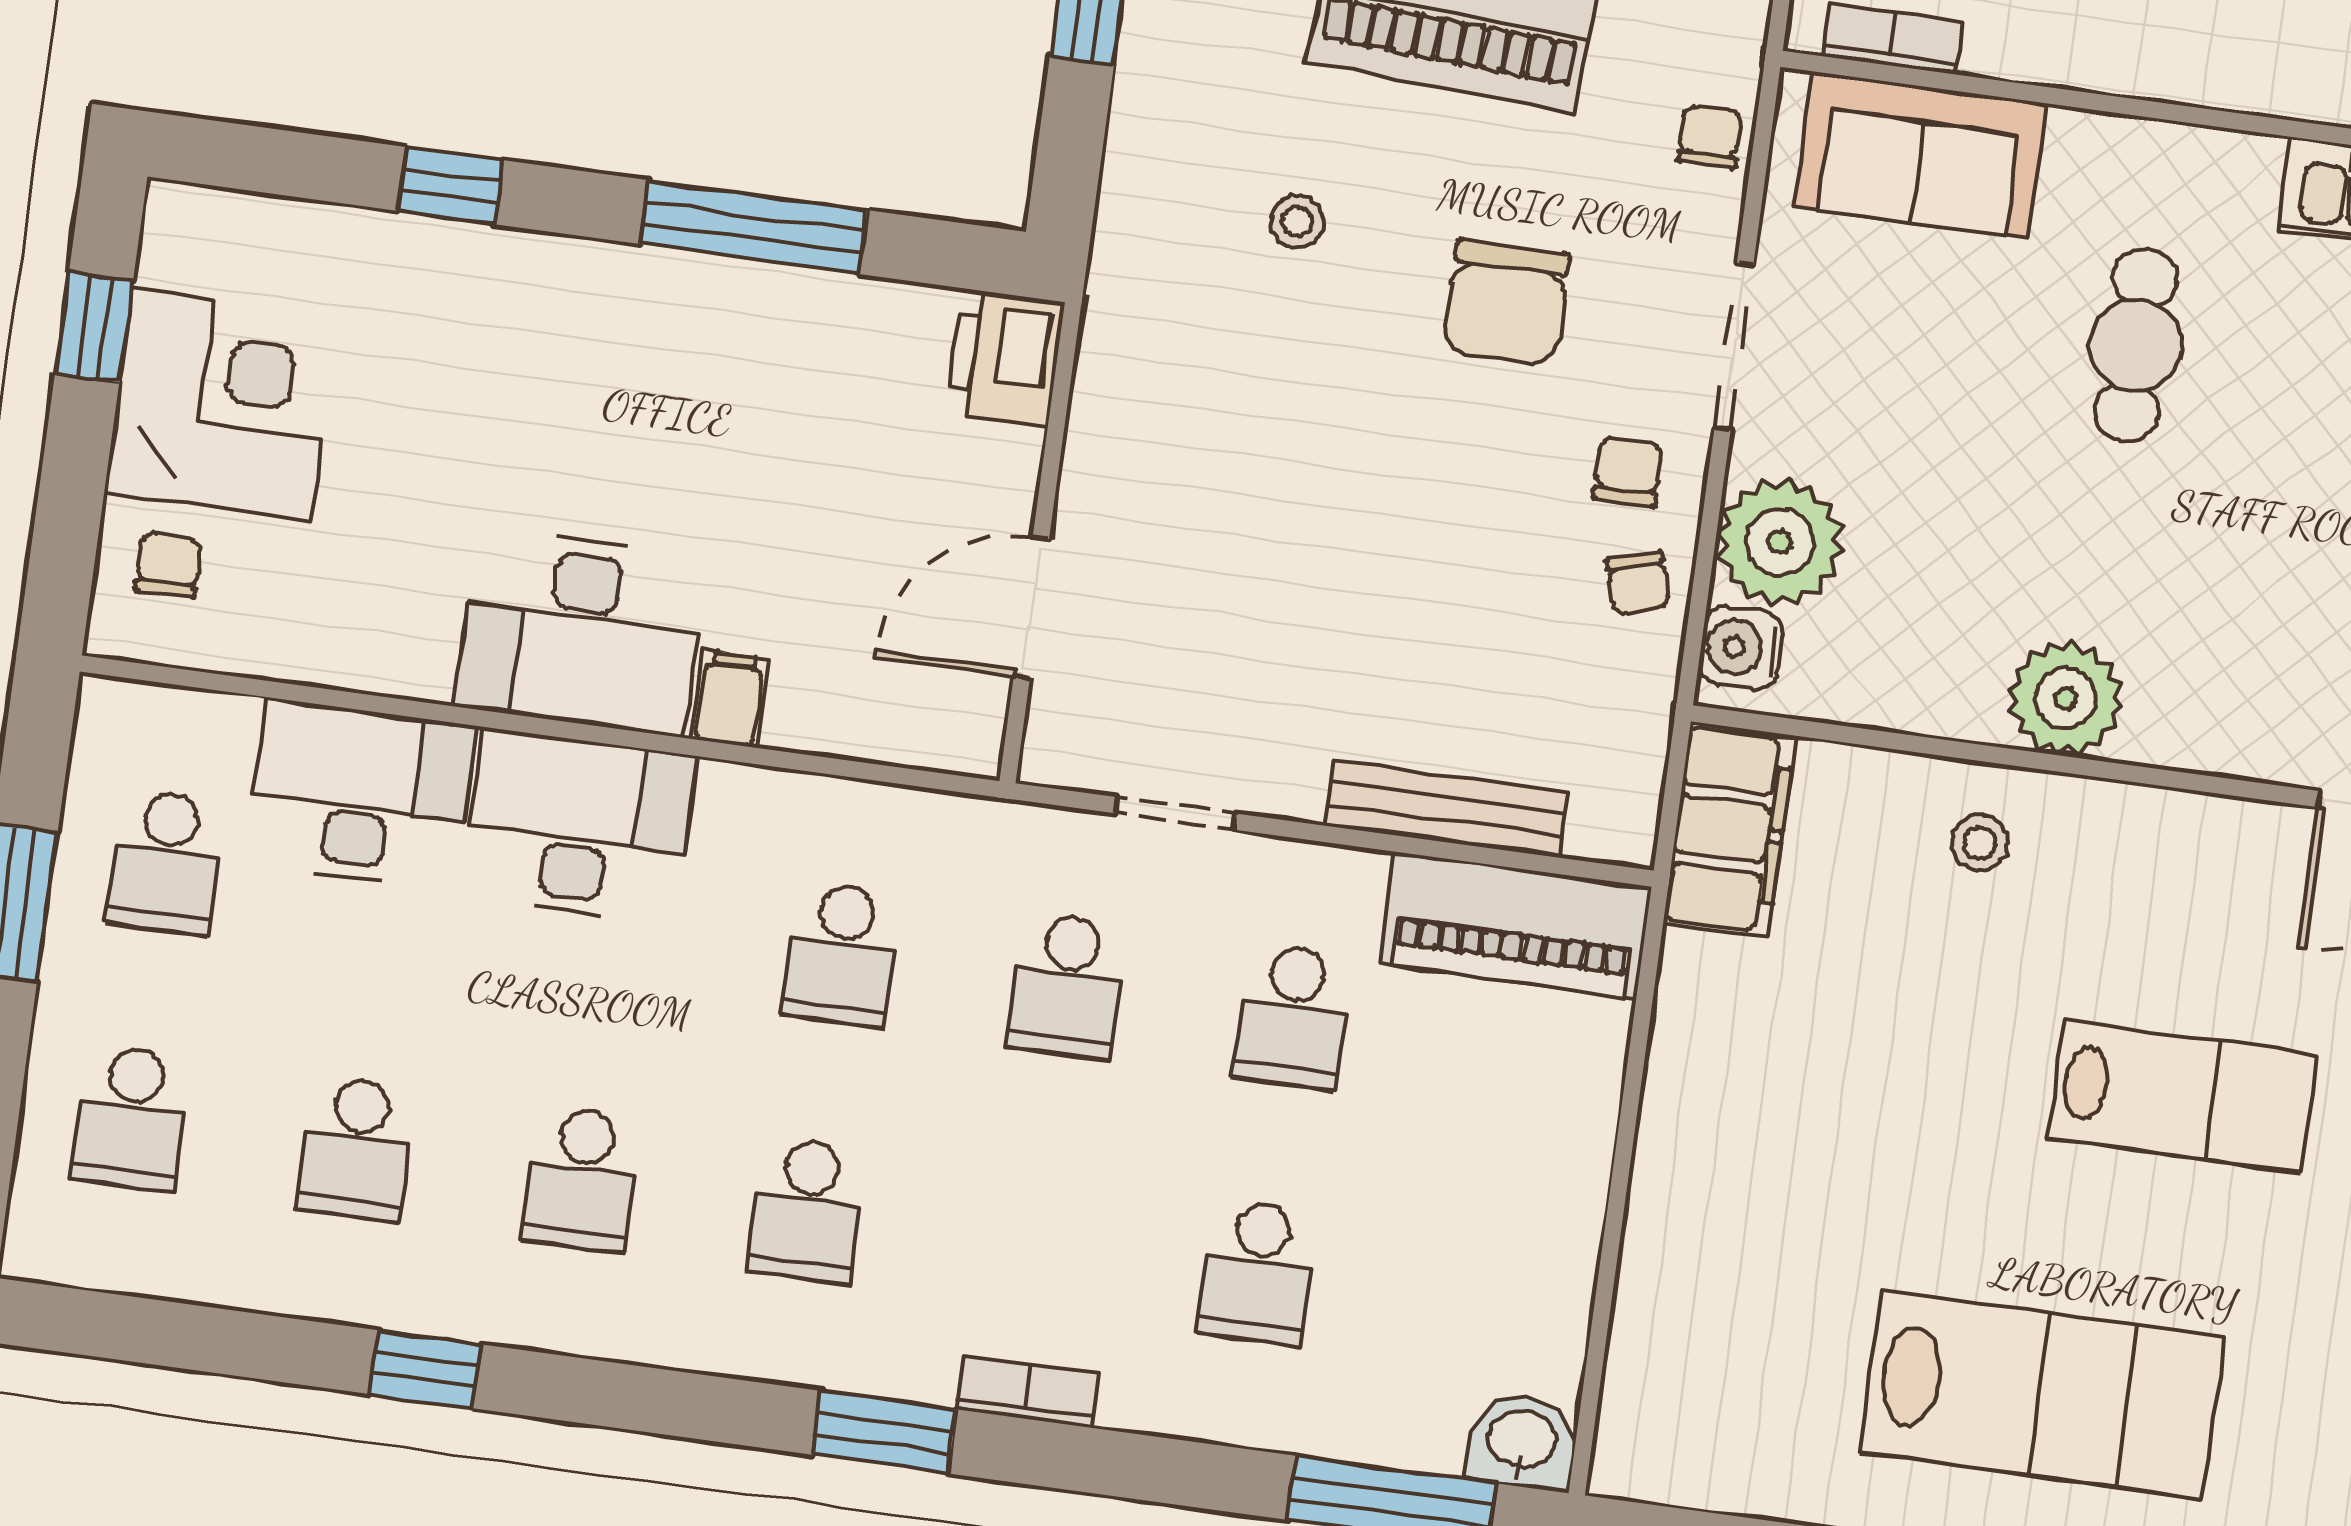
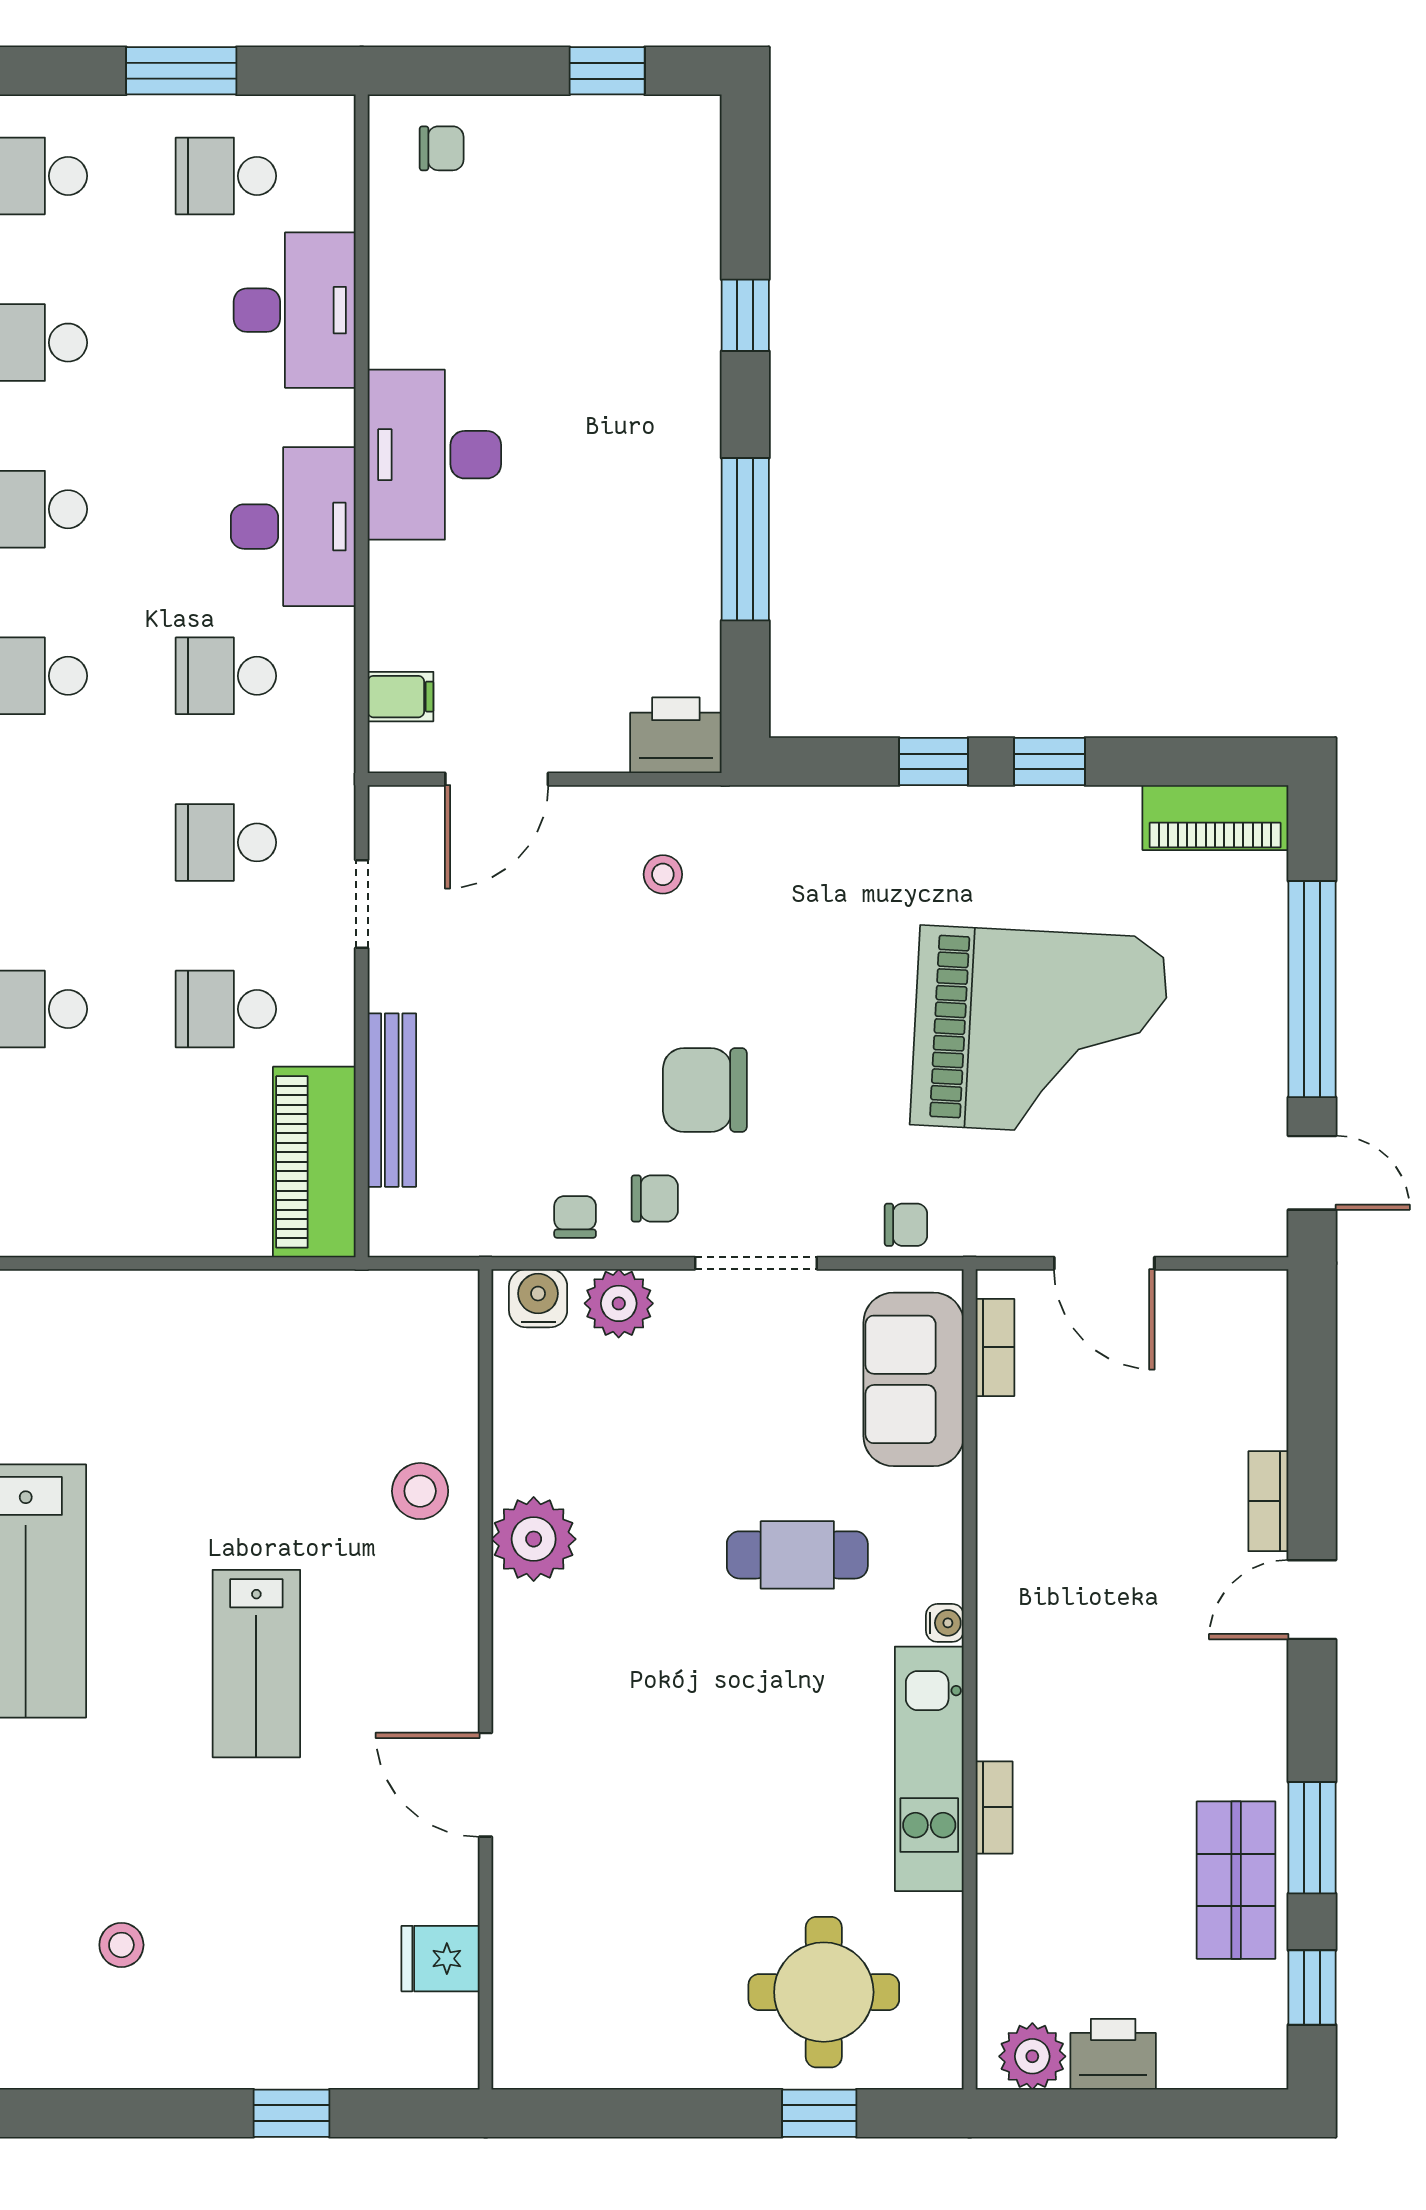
water cooler: (2255, 158) -> (945, 1623), added
stool: (1297, 222) -> (663, 874), moved
chair: (1506, 303) -> (705, 1090), moved
corner desk: (221, 404) -> (564, 170), removed
plant: (1780, 542) -> (619, 1303), width x0.73, depth x0.73
chair: (1638, 583) -> (575, 1217), turned 106
door: (1031, 608) -> (497, 779), swing flipped
filing cabinet: (730, 699) -> (400, 697), moved
desk: (579, 826) -> (293, 527), moved
filing cabinet: (1729, 830) -> (405, 1308), removed
stool: (1980, 843) -> (420, 1491), width x1.37, depth x1.37

